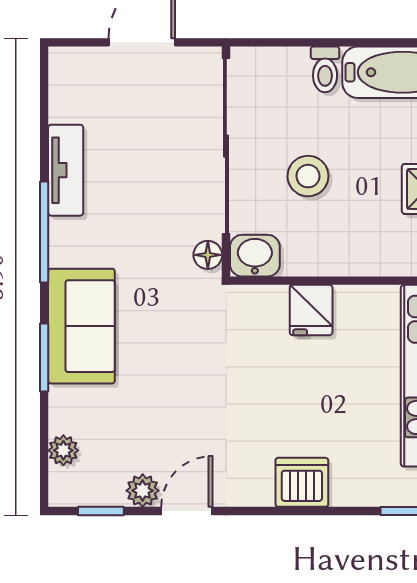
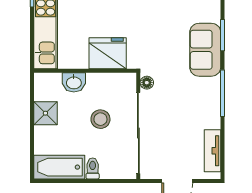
tv unit: (66, 170) -> (212, 151), moved
washbasin: (255, 256) -> (74, 82), moved
fridge: (311, 310) -> (108, 53), width x1.88, depth x1.34

